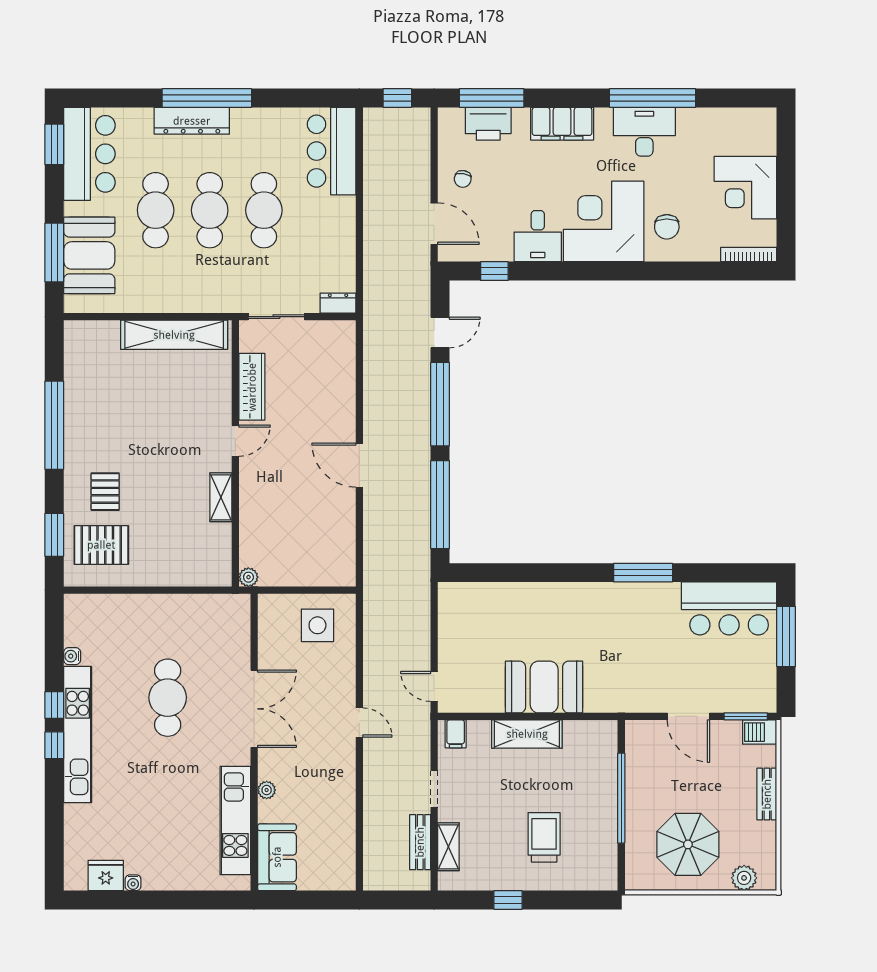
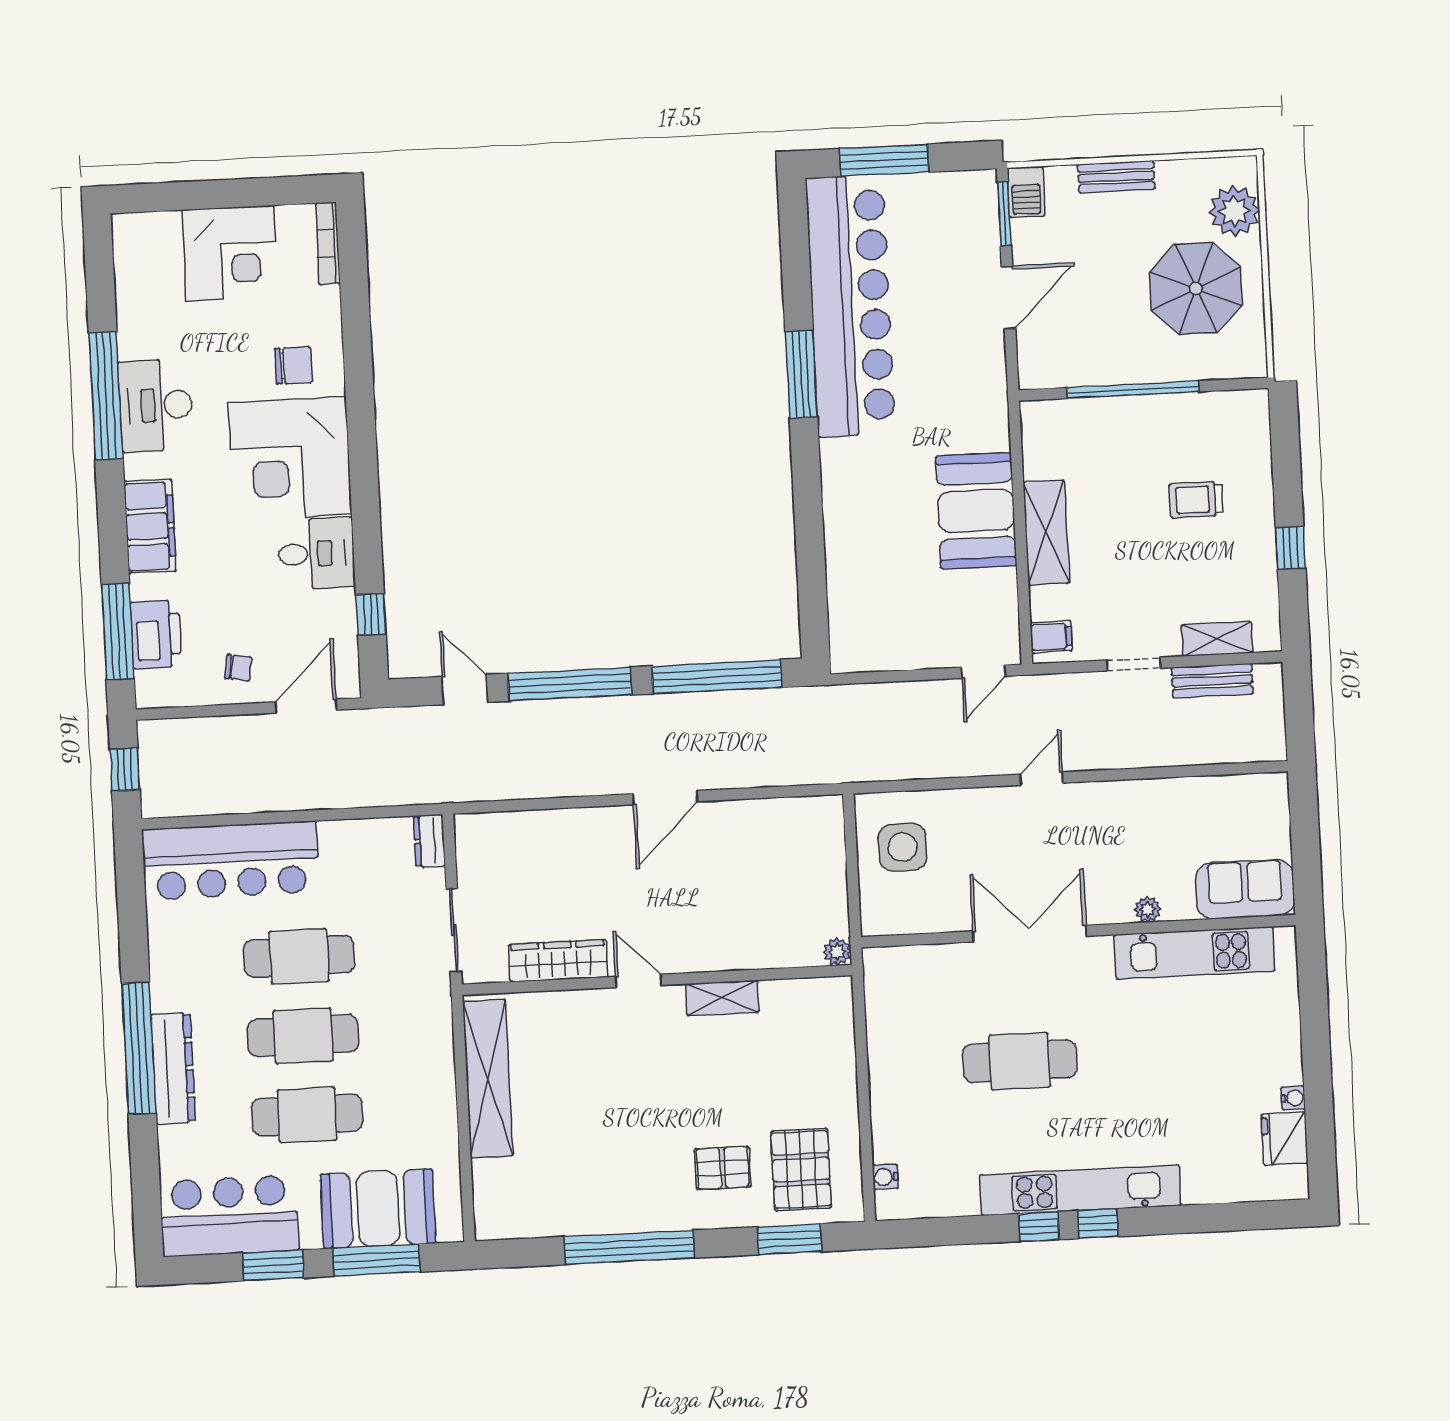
window: (54, 144) -> (273, 1265), moved
bar counter: (332, 151) -> (231, 860), width x1.36
bar counter: (729, 608) -> (850, 306), width x1.86
water cooler: (72, 656) -> (885, 1177), moved, turned 90
trolley: (544, 837) -> (1196, 500), width x0.73, depth x0.72
plant: (744, 878) -> (1234, 211), width x1.36, depth x1.36

